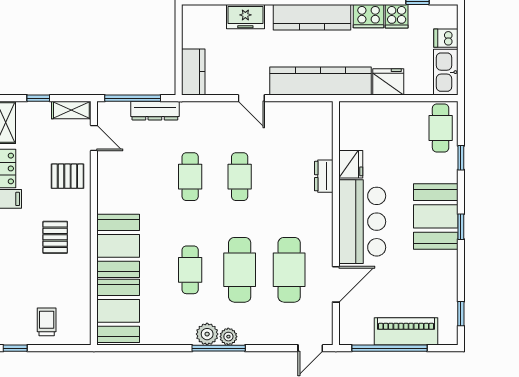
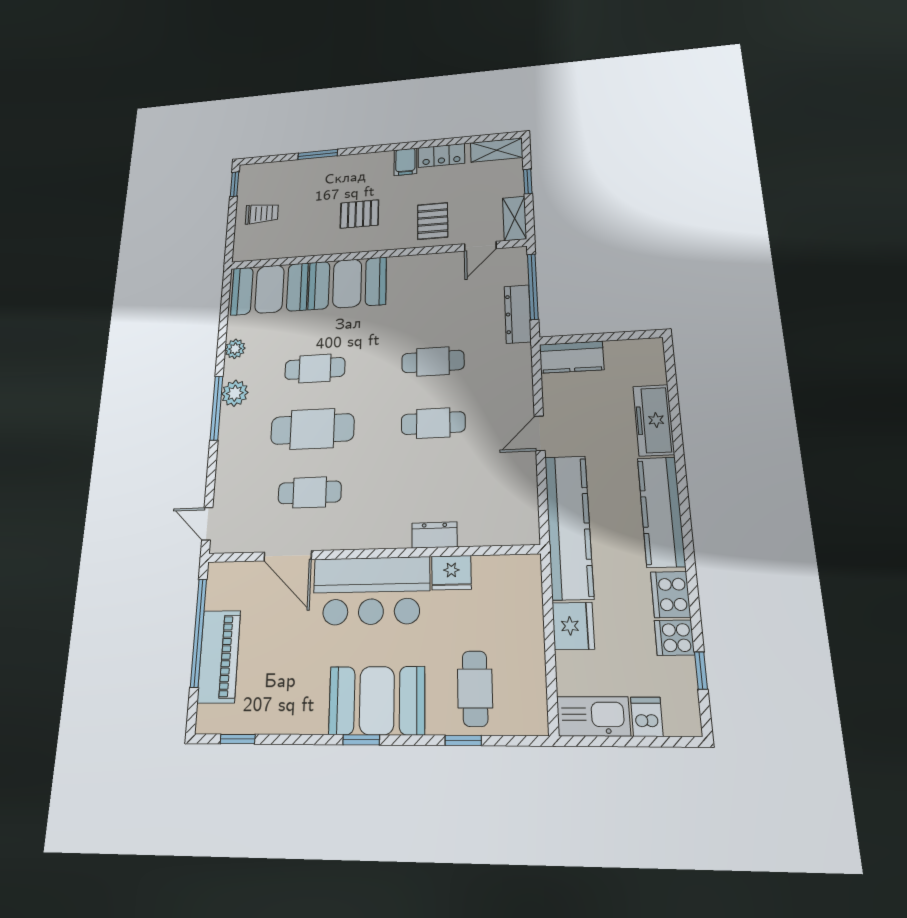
freezer: (245, 17) -> (654, 420), width x1.40
cafe table: (441, 128) -> (475, 688), moved, turned 90
cafe table: (289, 270) -> (310, 492), width x0.73, depth x0.74
plant: (228, 337) -> (235, 349), moved

